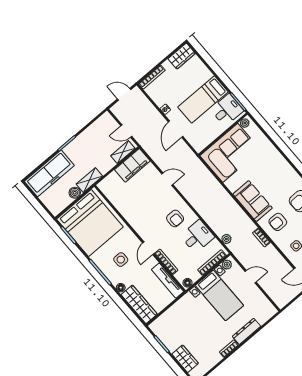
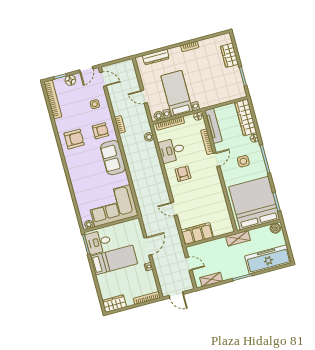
shelving: (123, 152) -> (211, 279), moved
boiler: (75, 193) -> (275, 228), moved
dresser: (247, 331) -> (156, 57), moved

